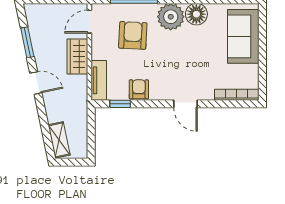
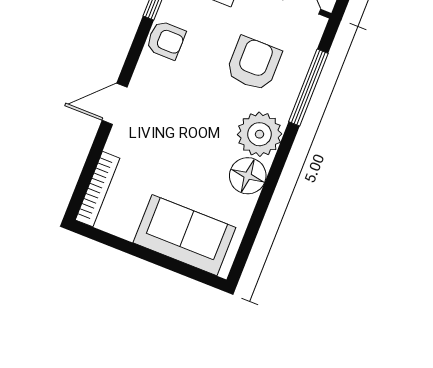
armchair: (133, 35) -> (254, 64), turned -93

